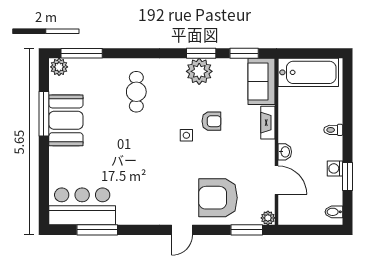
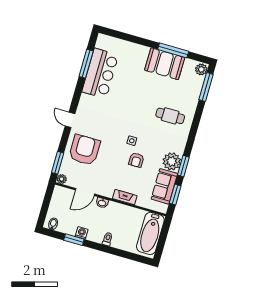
sofa: (261, 81) -> (164, 186), moved, turned -90
bar counter: (82, 206) -> (100, 73), moved

